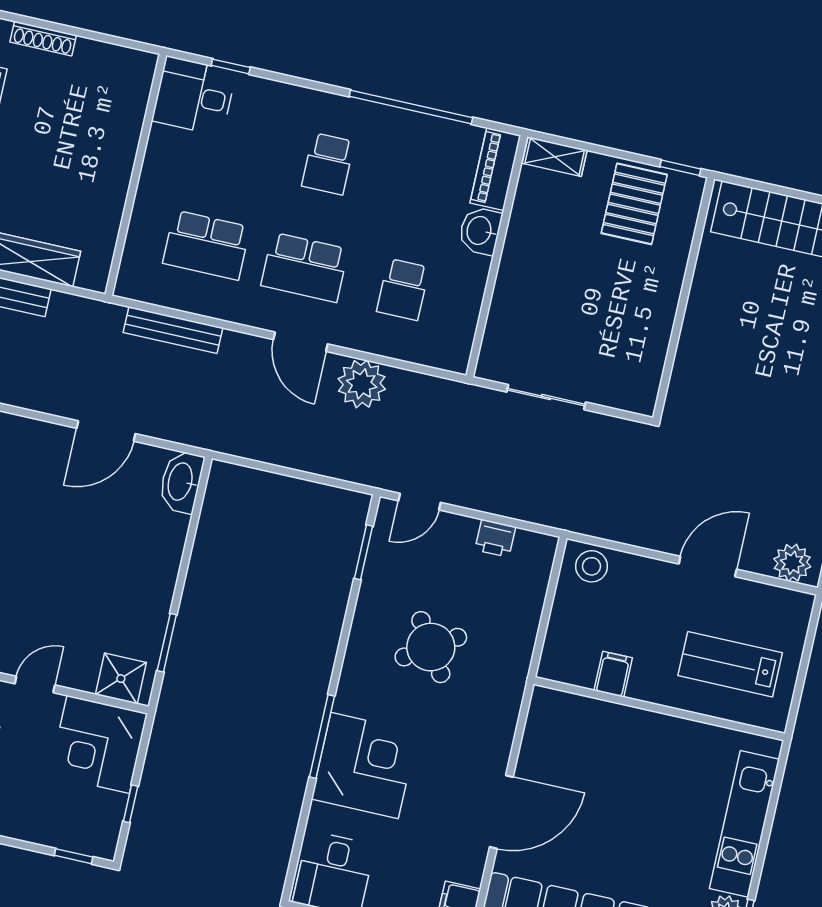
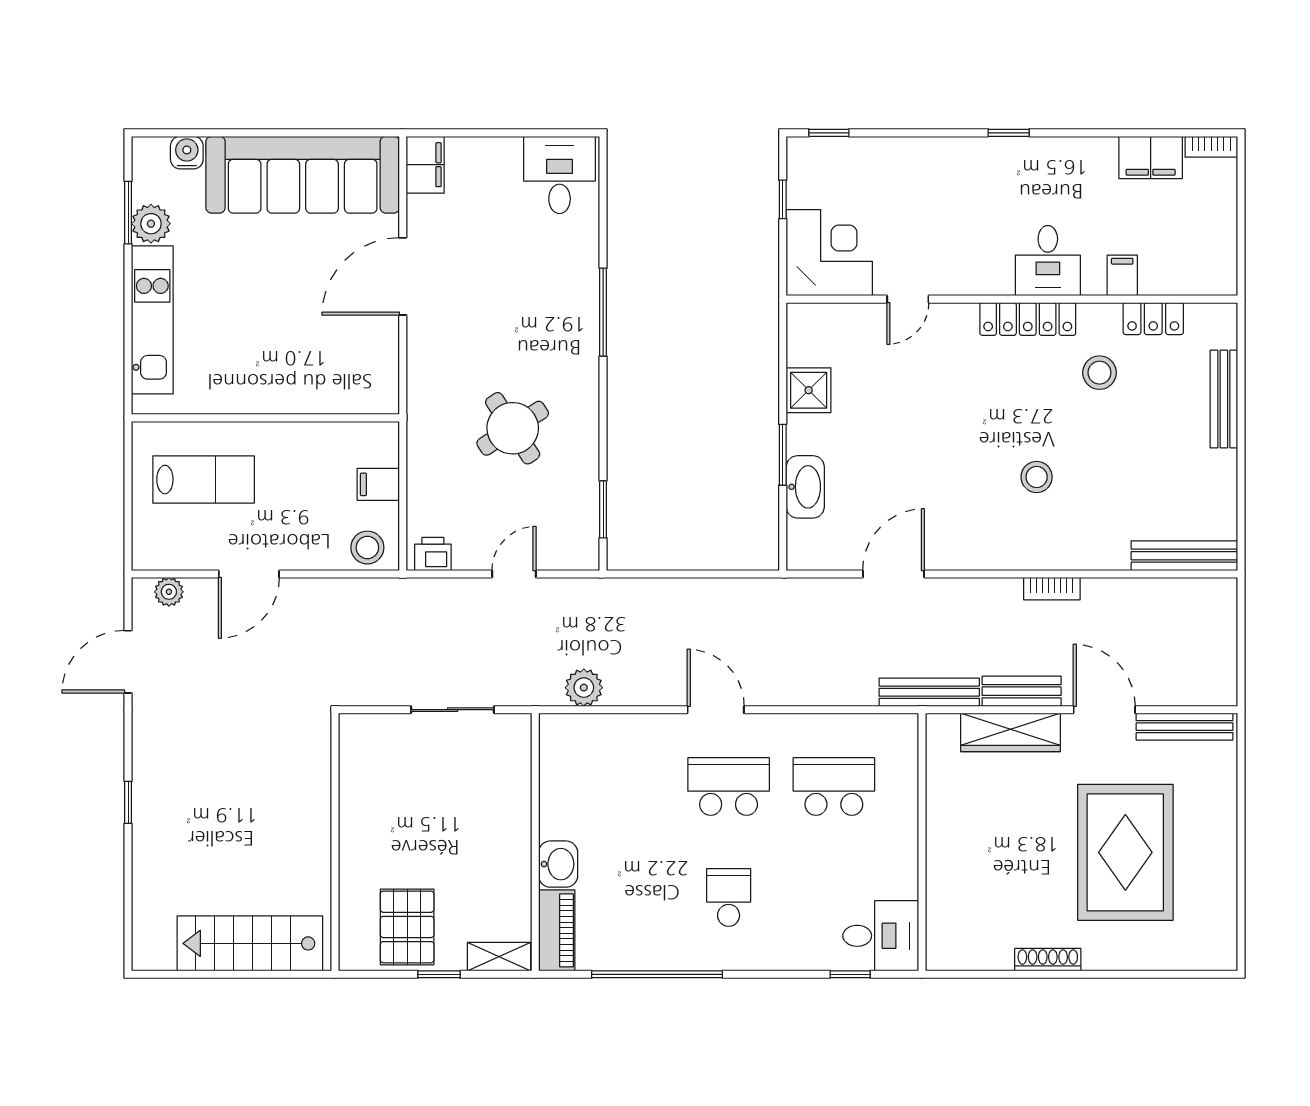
window: (680, 168) -> (439, 974), moved
school desk: (403, 289) -> (623, 787), removed
bench: (173, 330) -> (929, 692), moved
plant: (362, 384) -> (584, 688), moved, width x0.73, depth x0.73
washbasin: (181, 482) -> (805, 487), moved
door: (420, 502) -> (514, 574), moved
printer: (495, 538) -> (433, 554), moved
plant: (792, 563) -> (169, 592), width x0.73, depth x0.73
window: (167, 643) -> (783, 455), moved
filing cabinet: (613, 674) -> (378, 484), moved, turned 90
shower: (121, 679) -> (809, 390), moved
corner desk: (365, 765) -> (553, 292), removed

